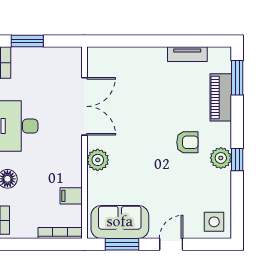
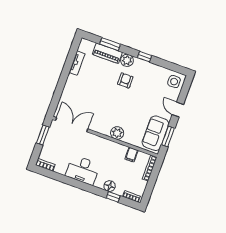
window: (27, 41) -> (43, 135), moved
window: (237, 78) -> (110, 44), moved
double door: (84, 106) -> (72, 125), moved
plant: (221, 158) -> (127, 60), moved

